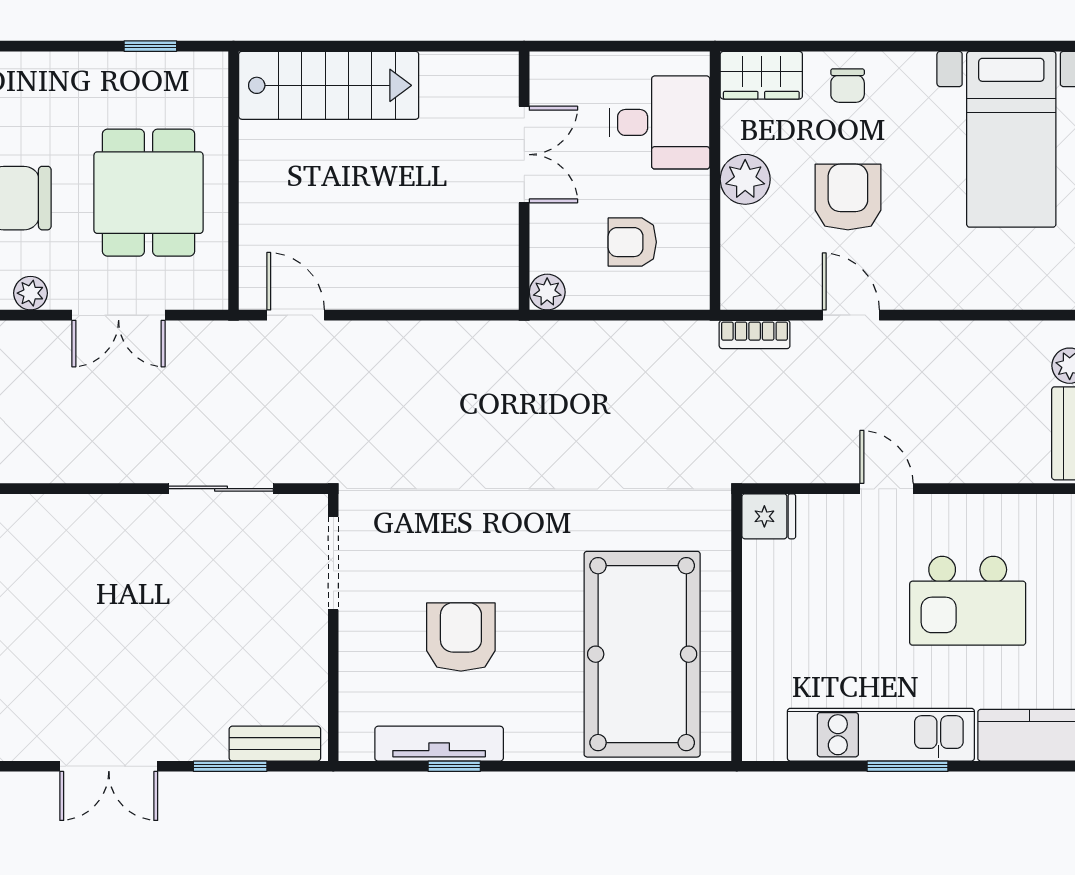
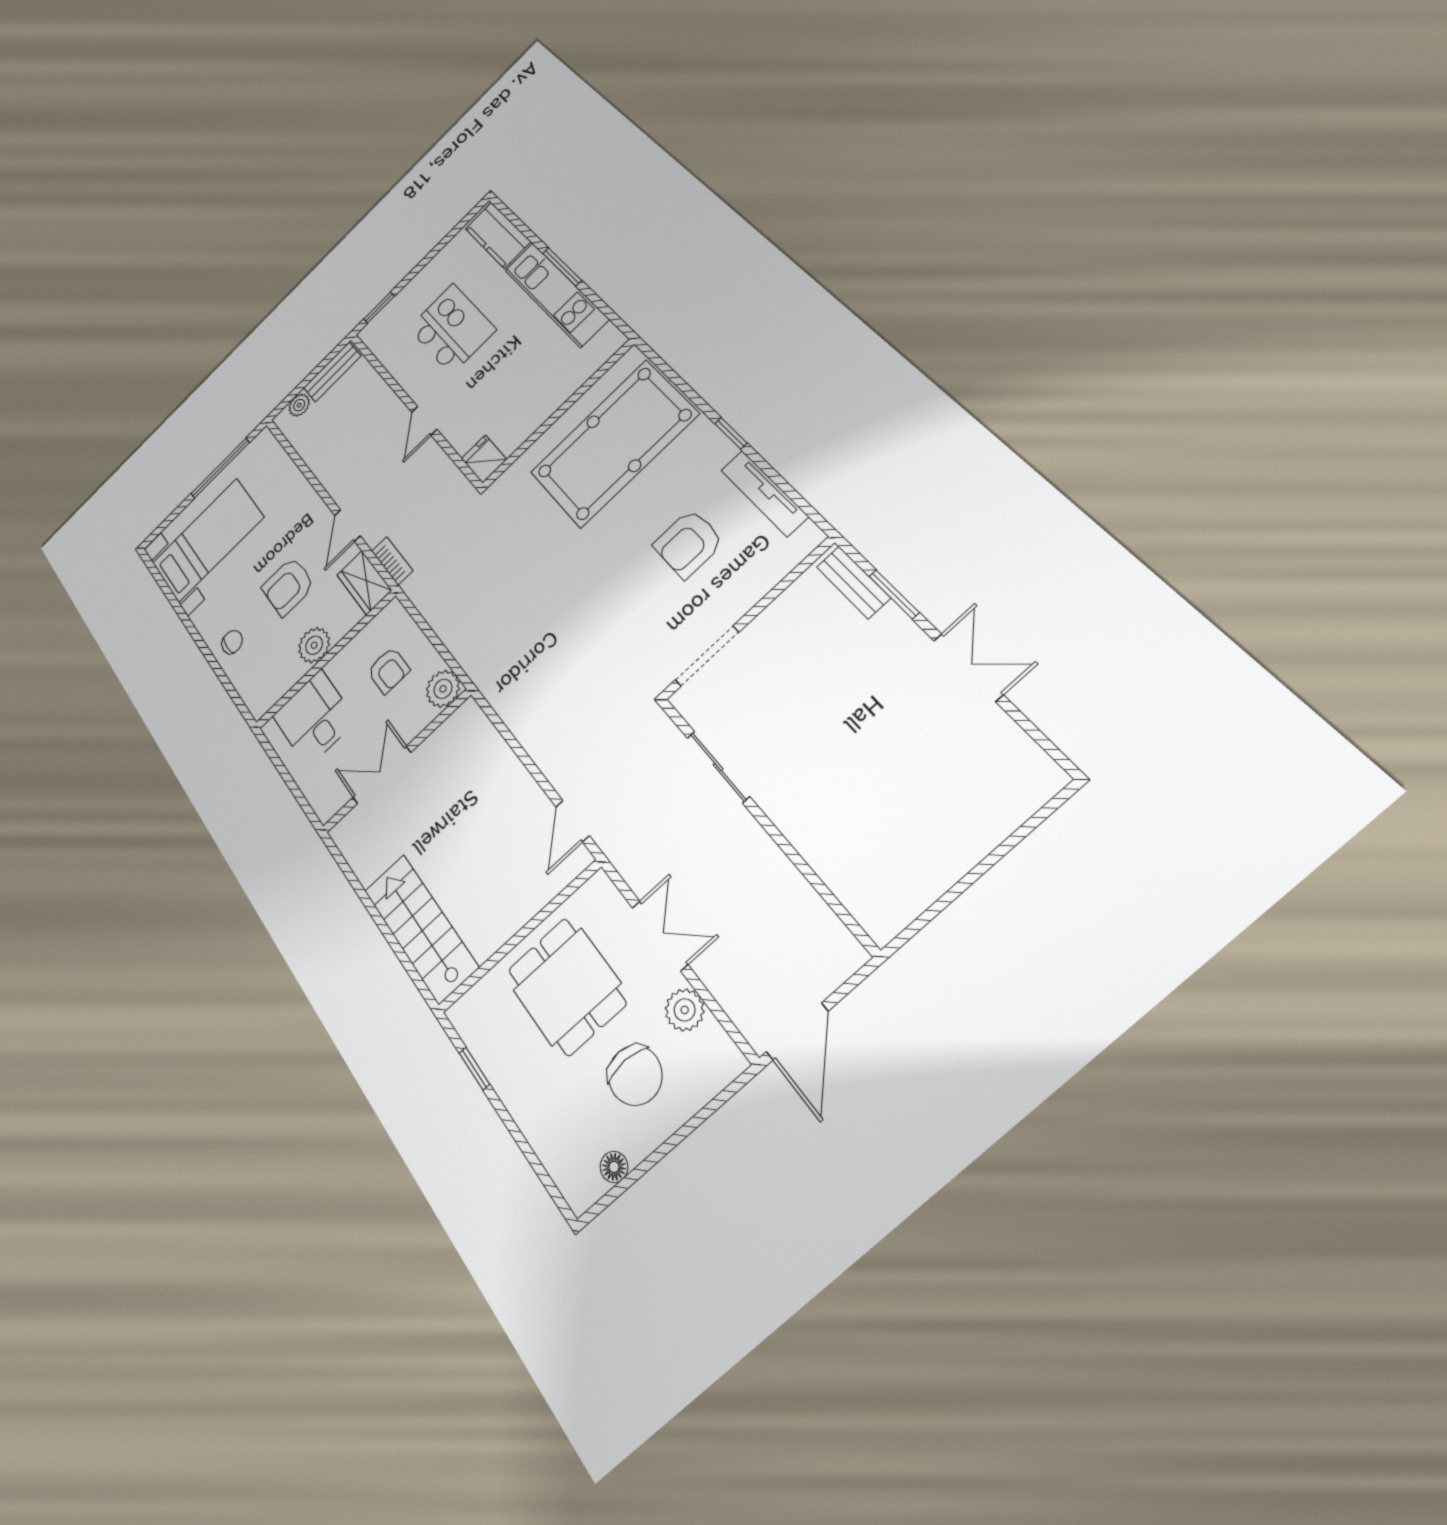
wardrobe: (761, 75) -> (364, 583), moved, turned 180
dining table: (148, 193) -> (567, 987), turned 90
plant: (547, 292) -> (443, 689), width x1.38, depth x1.38
plant: (30, 293) -> (685, 1010), width x1.38, depth x1.38
window: (454, 766) -> (731, 433), moved

